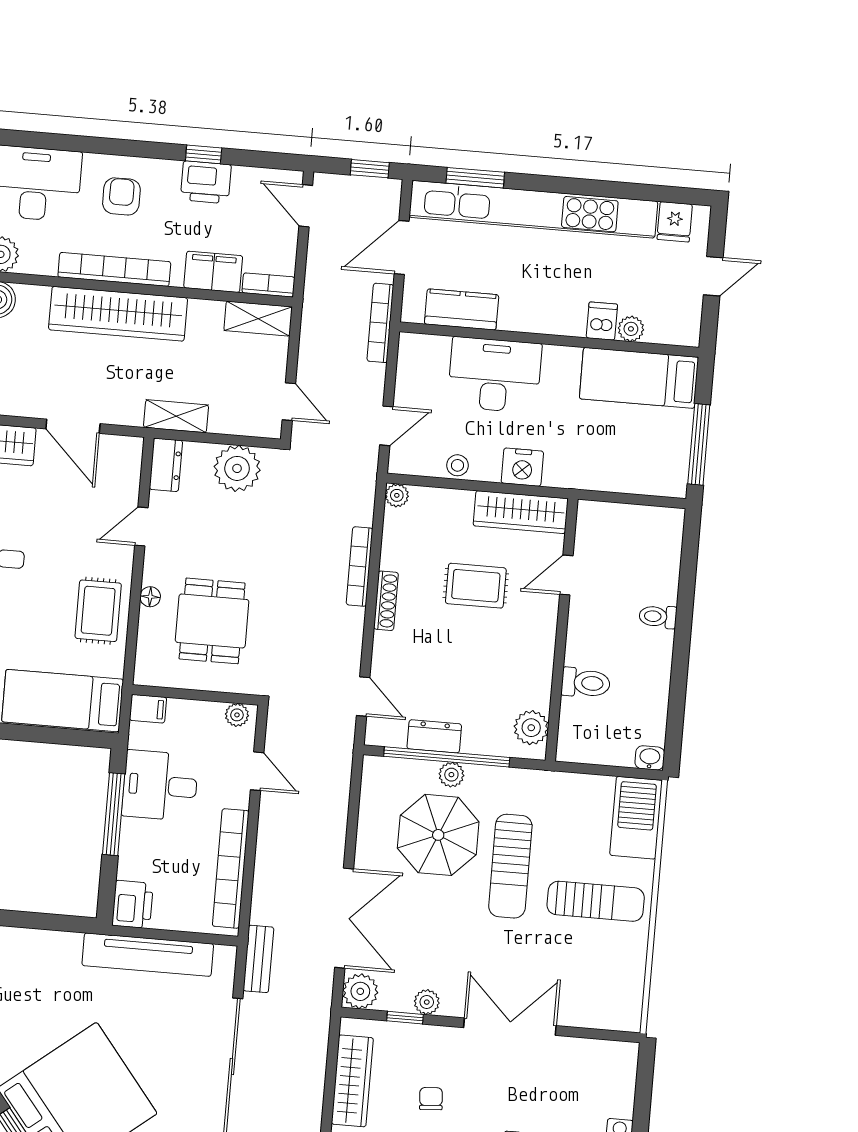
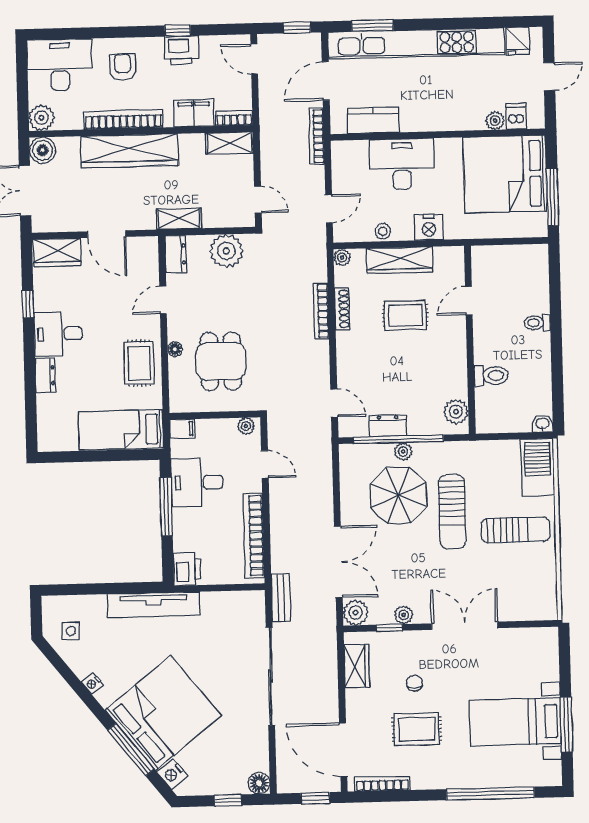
dishwasher: (602, 321) -> (516, 116), moved
bed: (639, 378) -> (505, 174), width x2.04
wardrobe: (521, 512) -> (400, 260), moved
shoe rack: (386, 601) -> (342, 309), moved
tv unit: (148, 955) -> (153, 605), moved
wardrobe: (352, 1081) -> (357, 666), width x0.67

